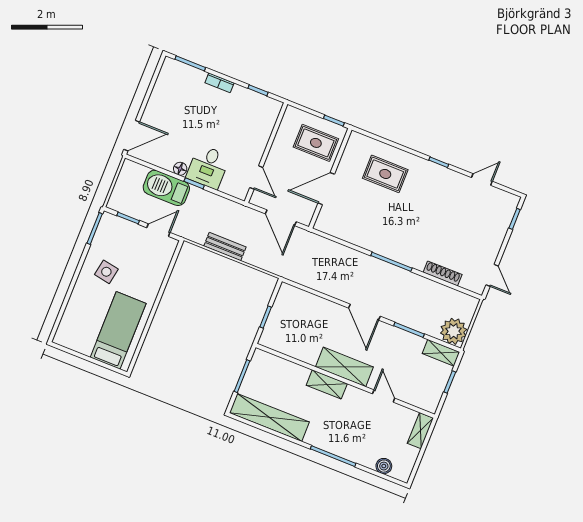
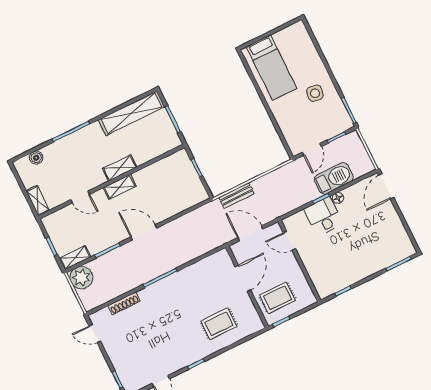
bookcase: (219, 83) -> (370, 271), removed
bench: (225, 247) -> (236, 195), moved
shelving: (344, 367) -> (120, 187), width x0.67, depth x0.75

